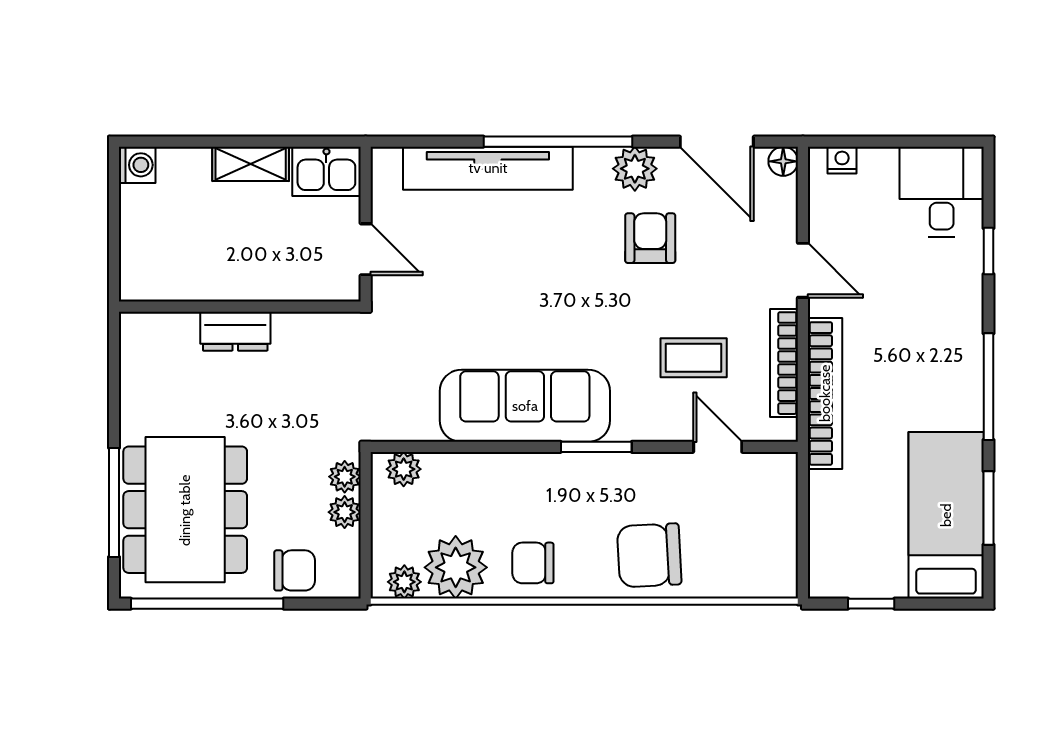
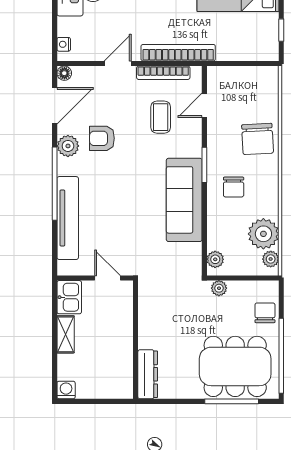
door: (366, 249) -> (108, 278), hinge flipped
dresser: (235, 331) -> (148, 374), moved, width x1.44
plant: (345, 512) -> (236, 288), removed
chair: (533, 563) -> (234, 187), moved

